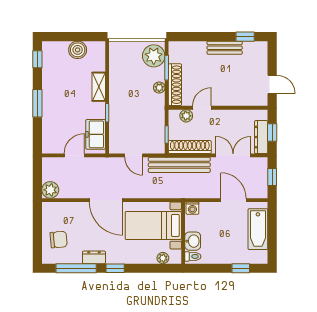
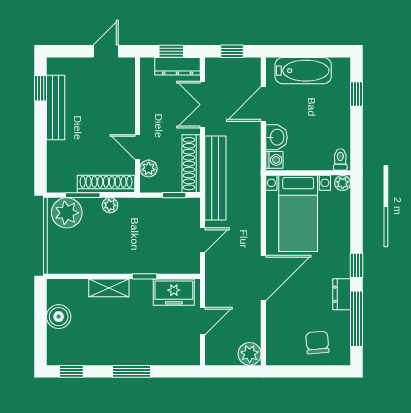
bench: (225, 48) -> (56, 107), width x1.36
door: (74, 155) -> (203, 321), swing flipped
washbasin: (193, 241) -> (277, 137), moved, turned 90
plant: (163, 258) -> (343, 183), moved

